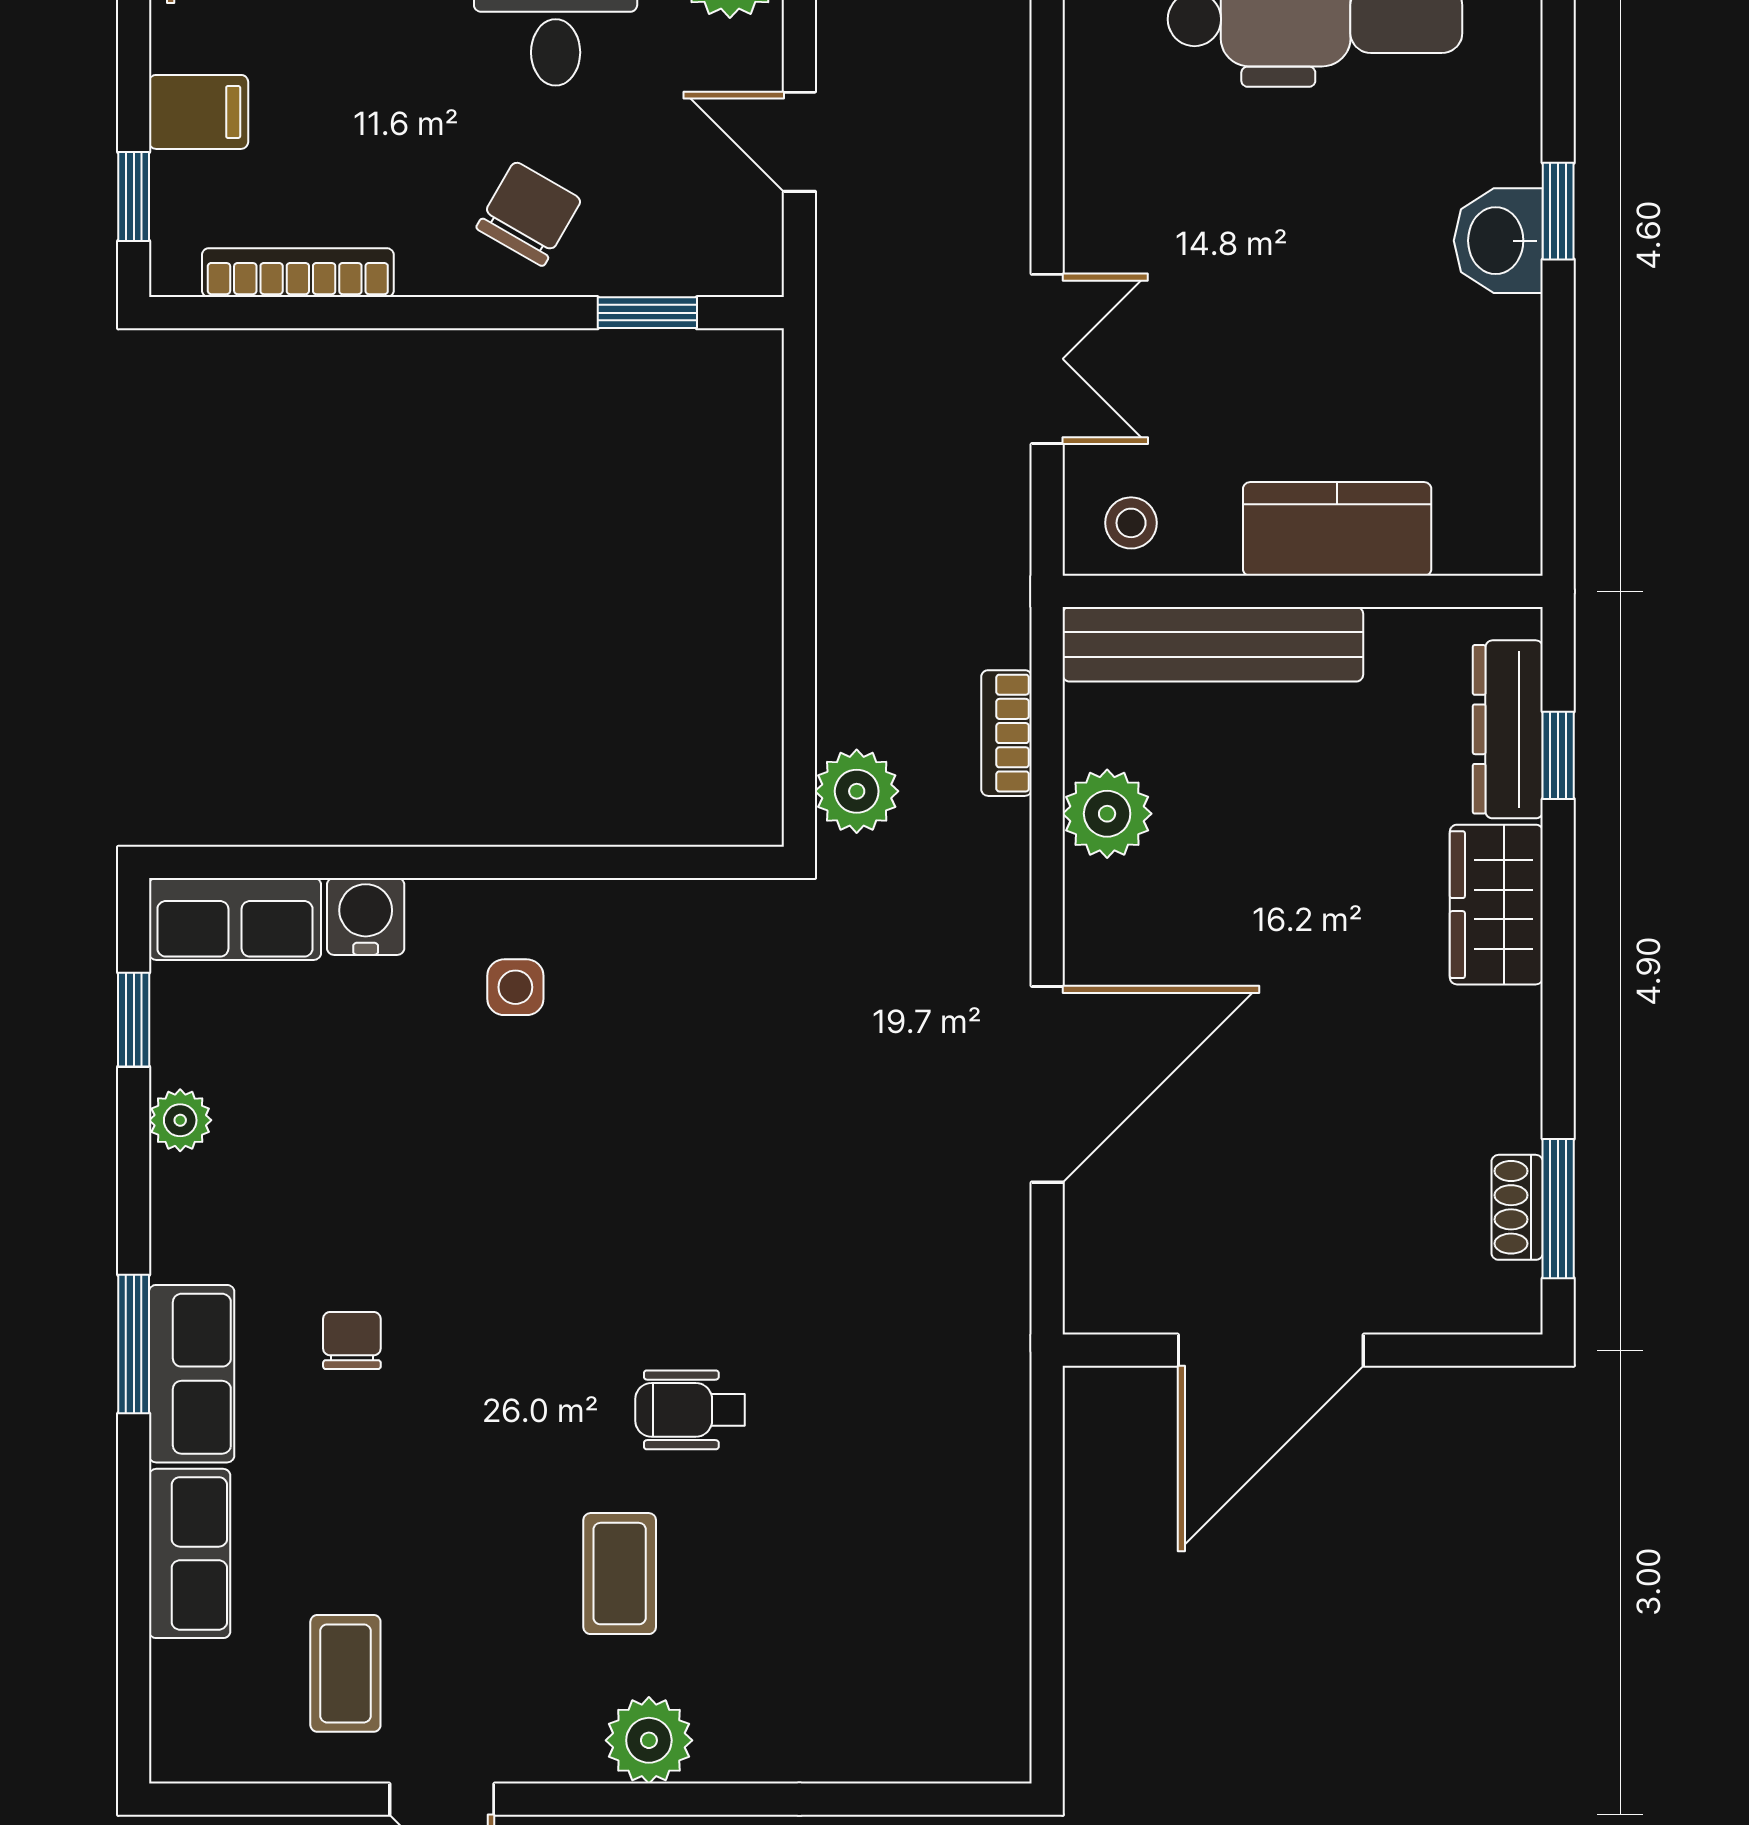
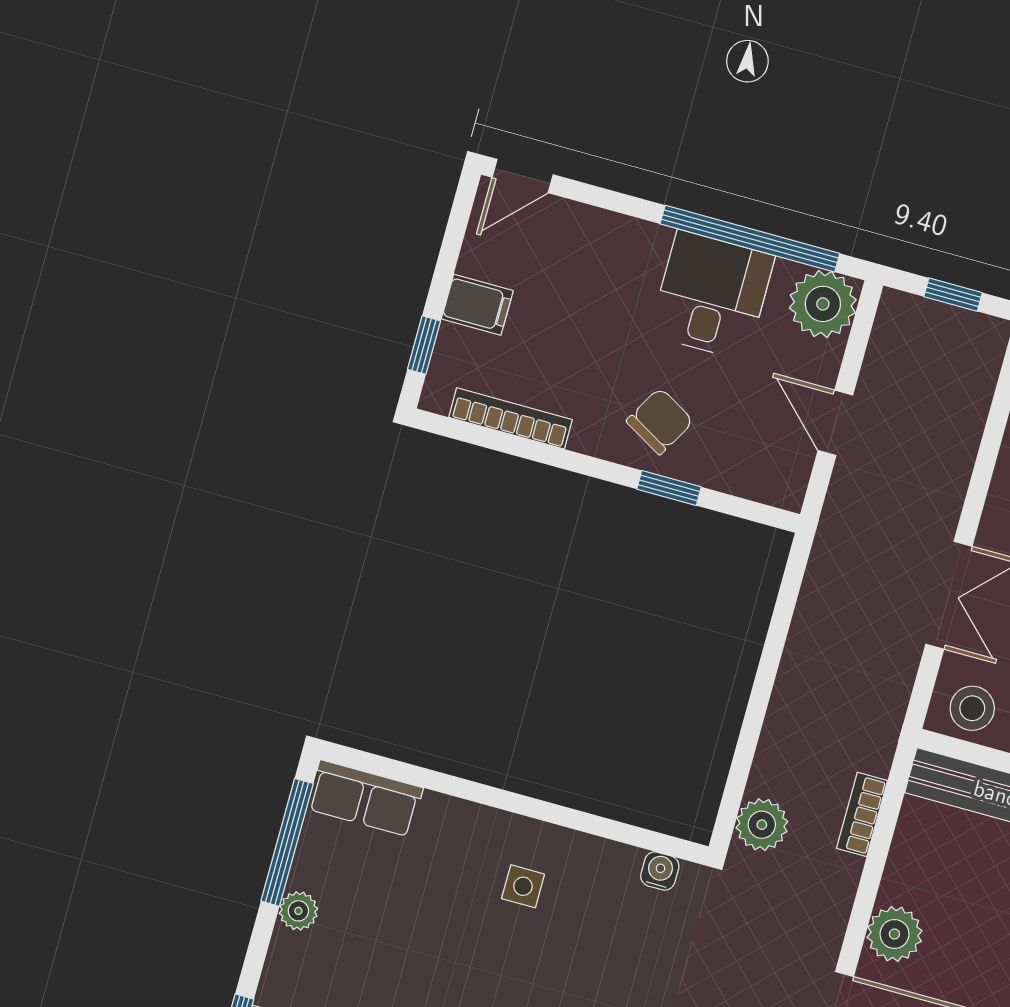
window: (647, 313) -> (669, 488), moved
stool: (1131, 523) -> (972, 708), width x1.37, depth x1.37
plant: (1107, 814) -> (894, 934), moved
water cooler: (366, 916) -> (660, 871), moved, width x0.72, depth x0.72
window: (134, 1020) -> (287, 842), width x2.17

